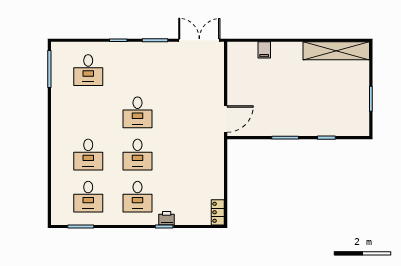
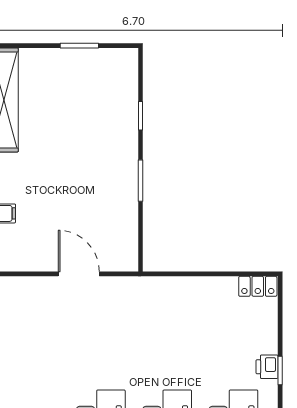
door: (226, 119) -> (79, 274), moved

